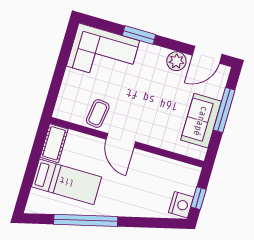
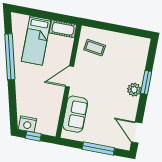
corner sofa: (103, 53) -> (131, 58), removed
plant: (176, 61) -> (134, 90), moved
coffee table: (98, 114) -> (95, 48), moved
sofa: (201, 121) -> (75, 114), moved, turned 90

